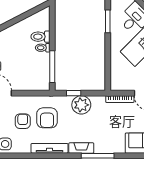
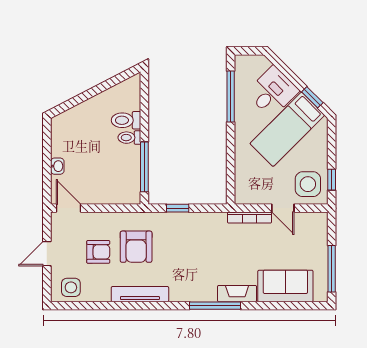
window: (108, 21) -> (231, 96), width x1.44
plant: (81, 105) -> (189, 226), removed
armchair: (23, 121) -> (98, 252), turned 90
fireplace: (81, 148) -> (237, 294), moved

